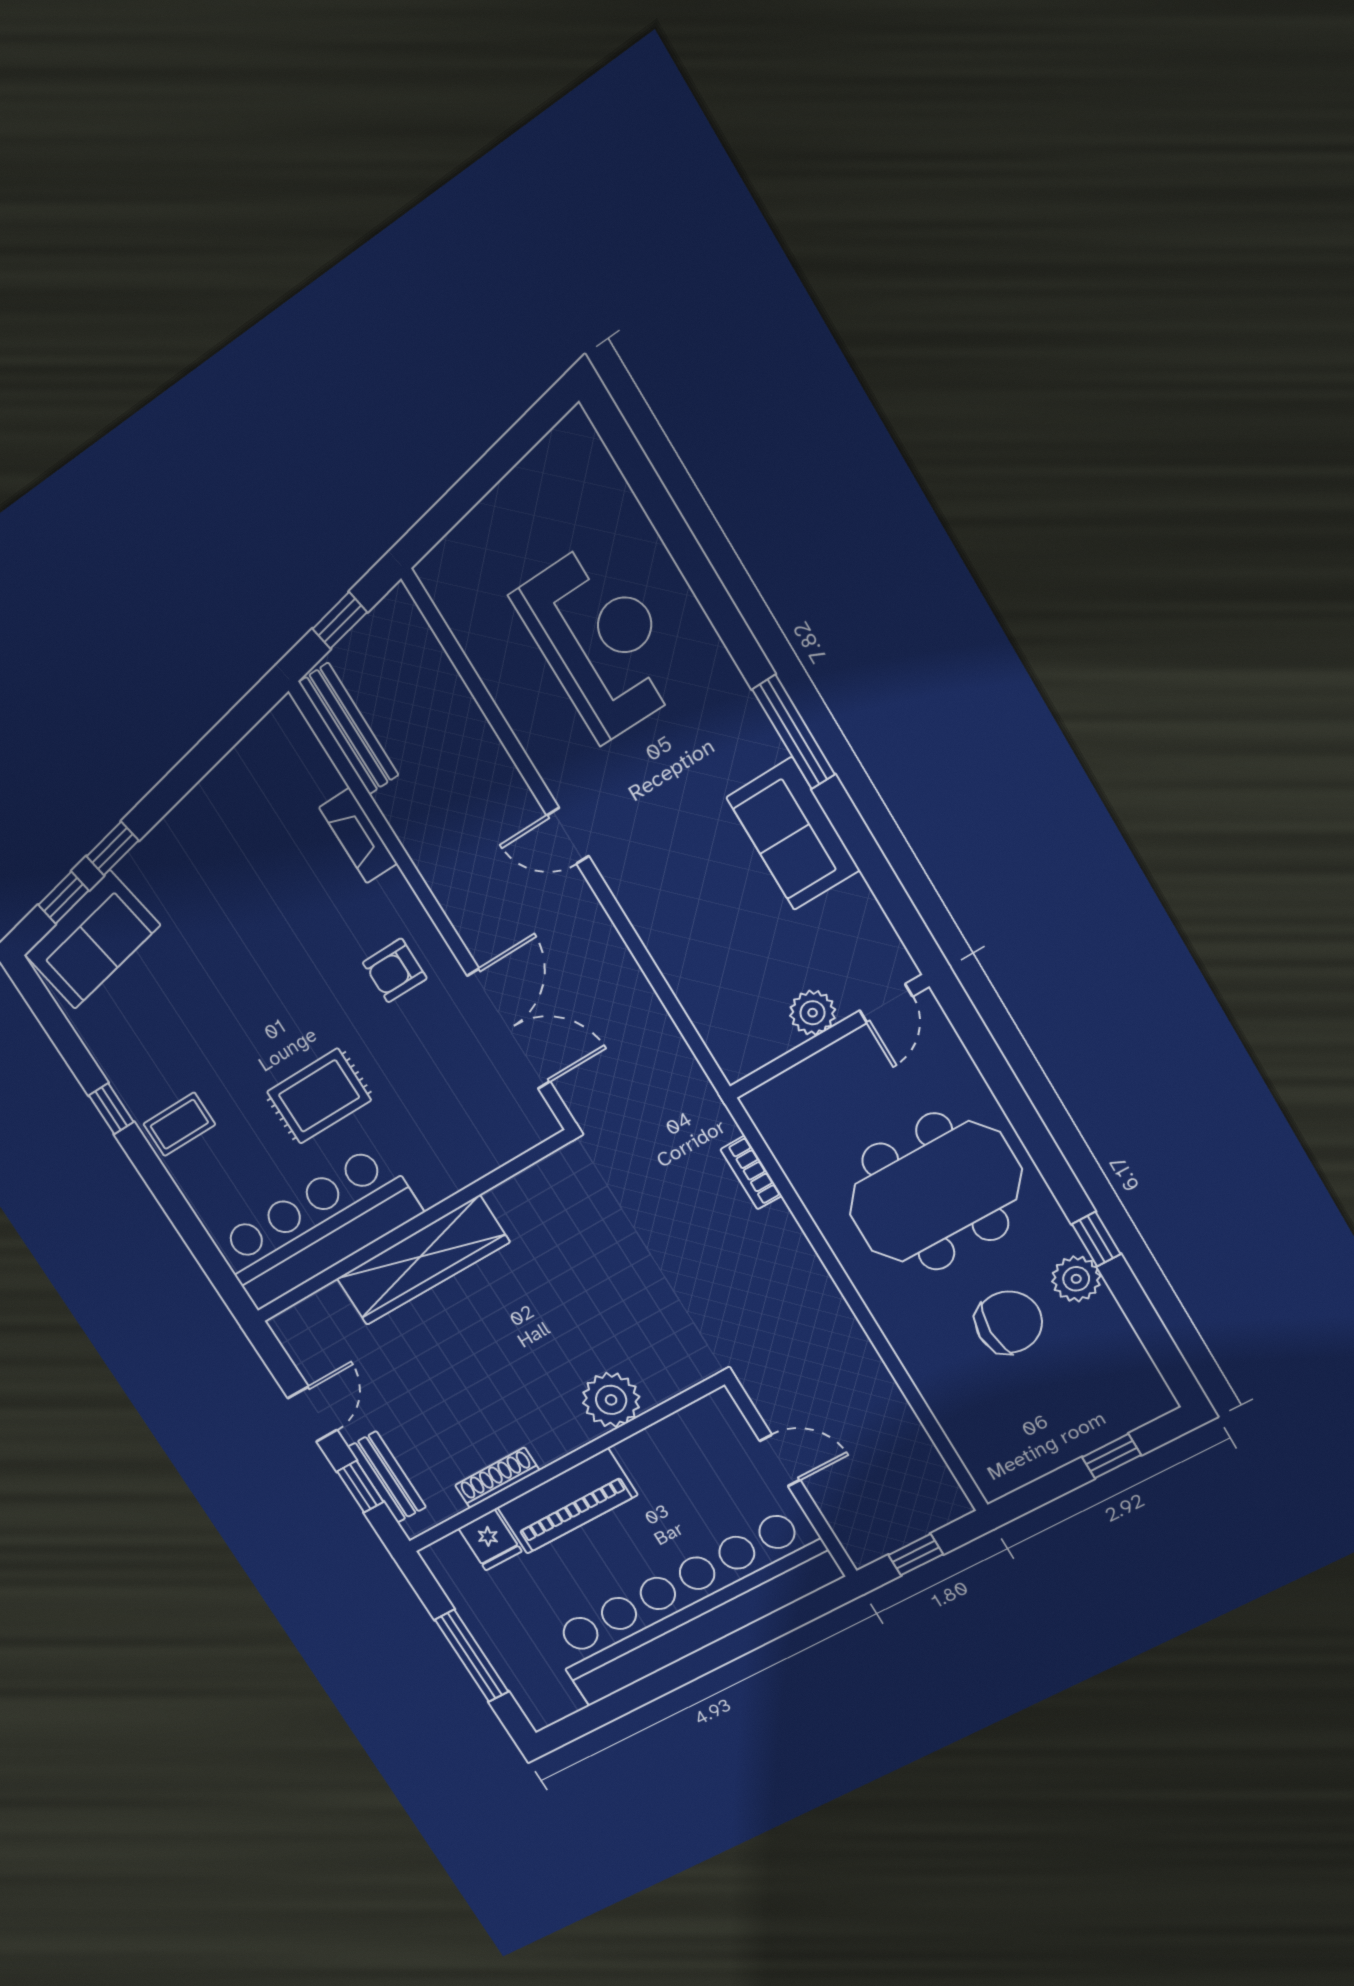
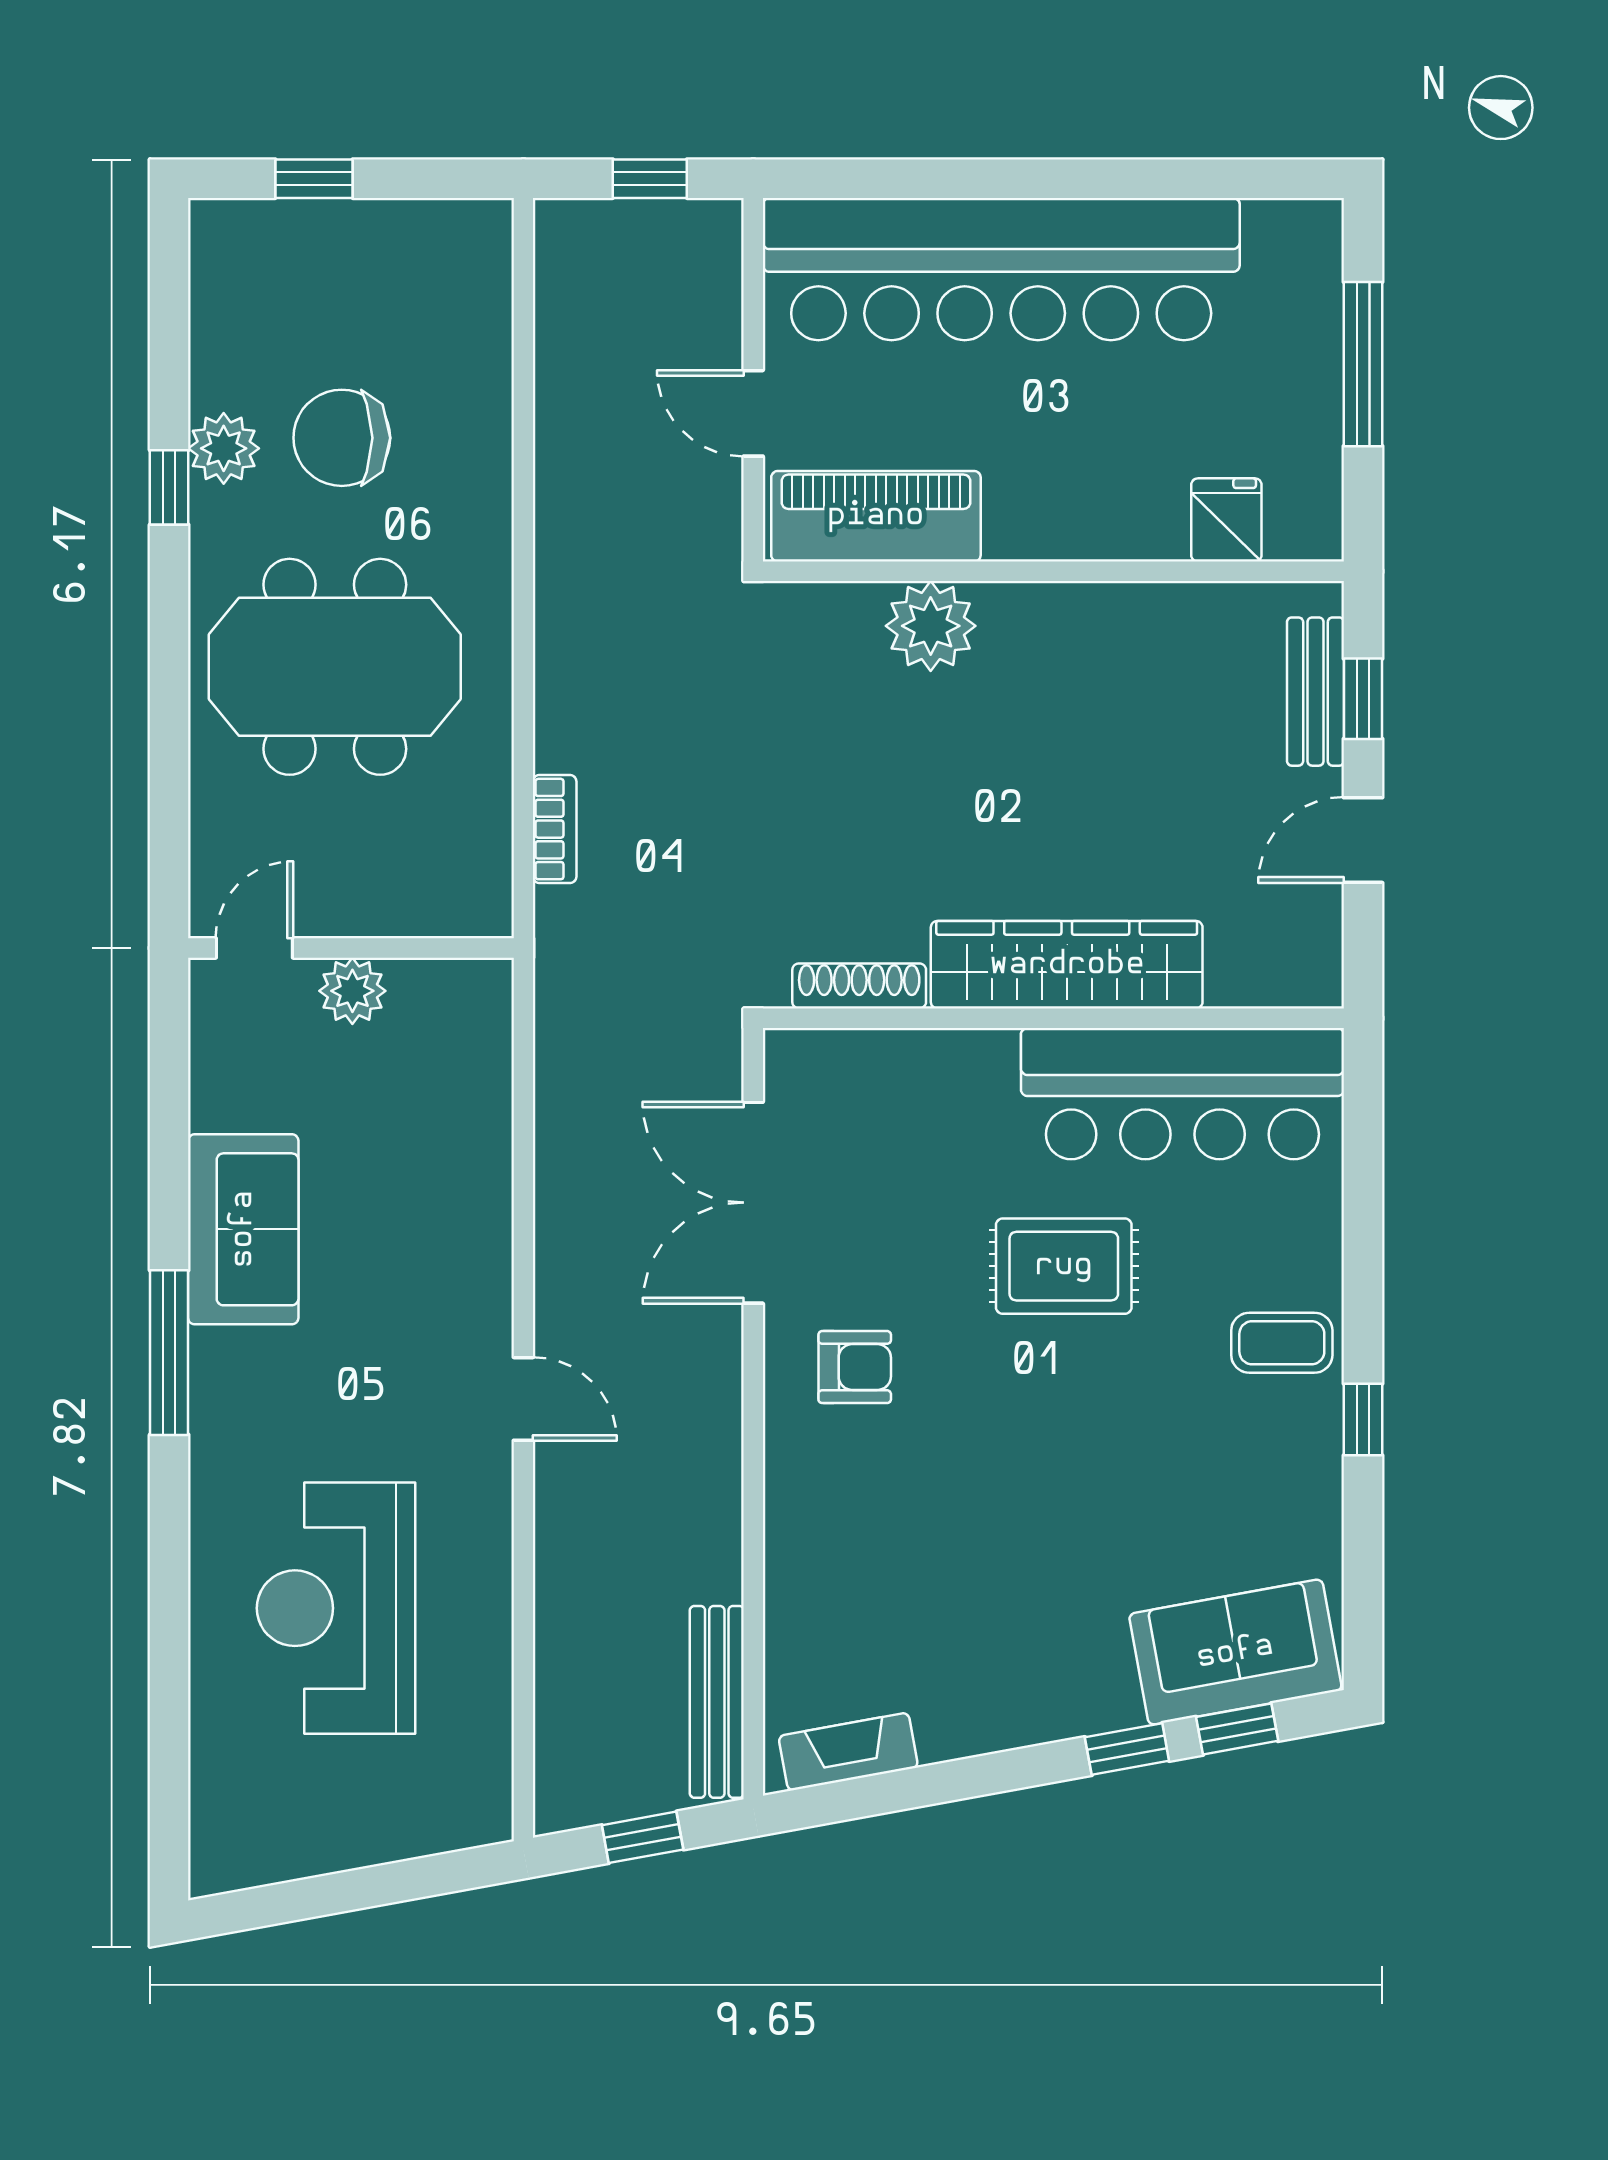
fireplace: (358, 836) -> (848, 1752), moved, turned -100
shoe rack: (497, 1478) -> (859, 986), moved, turned 180
piano: (567, 1501) -> (876, 516), moved

